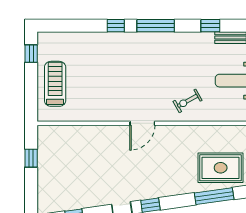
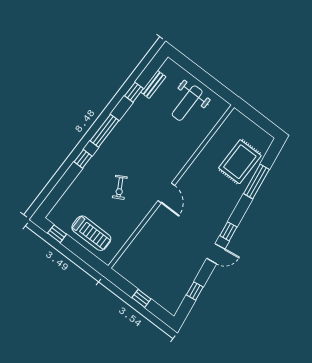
treadmill: (55, 84) -> (91, 233), turned 180
exercise bike: (188, 101) -> (120, 187), moved
window: (31, 158) -> (141, 298), moved

